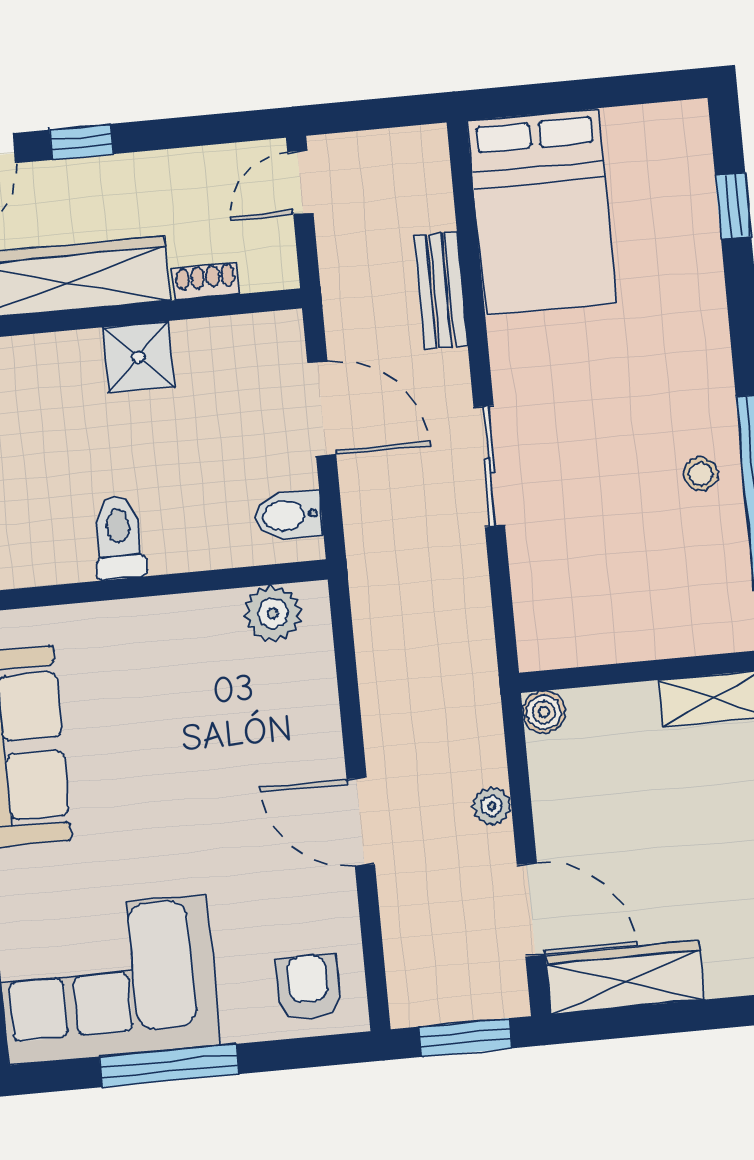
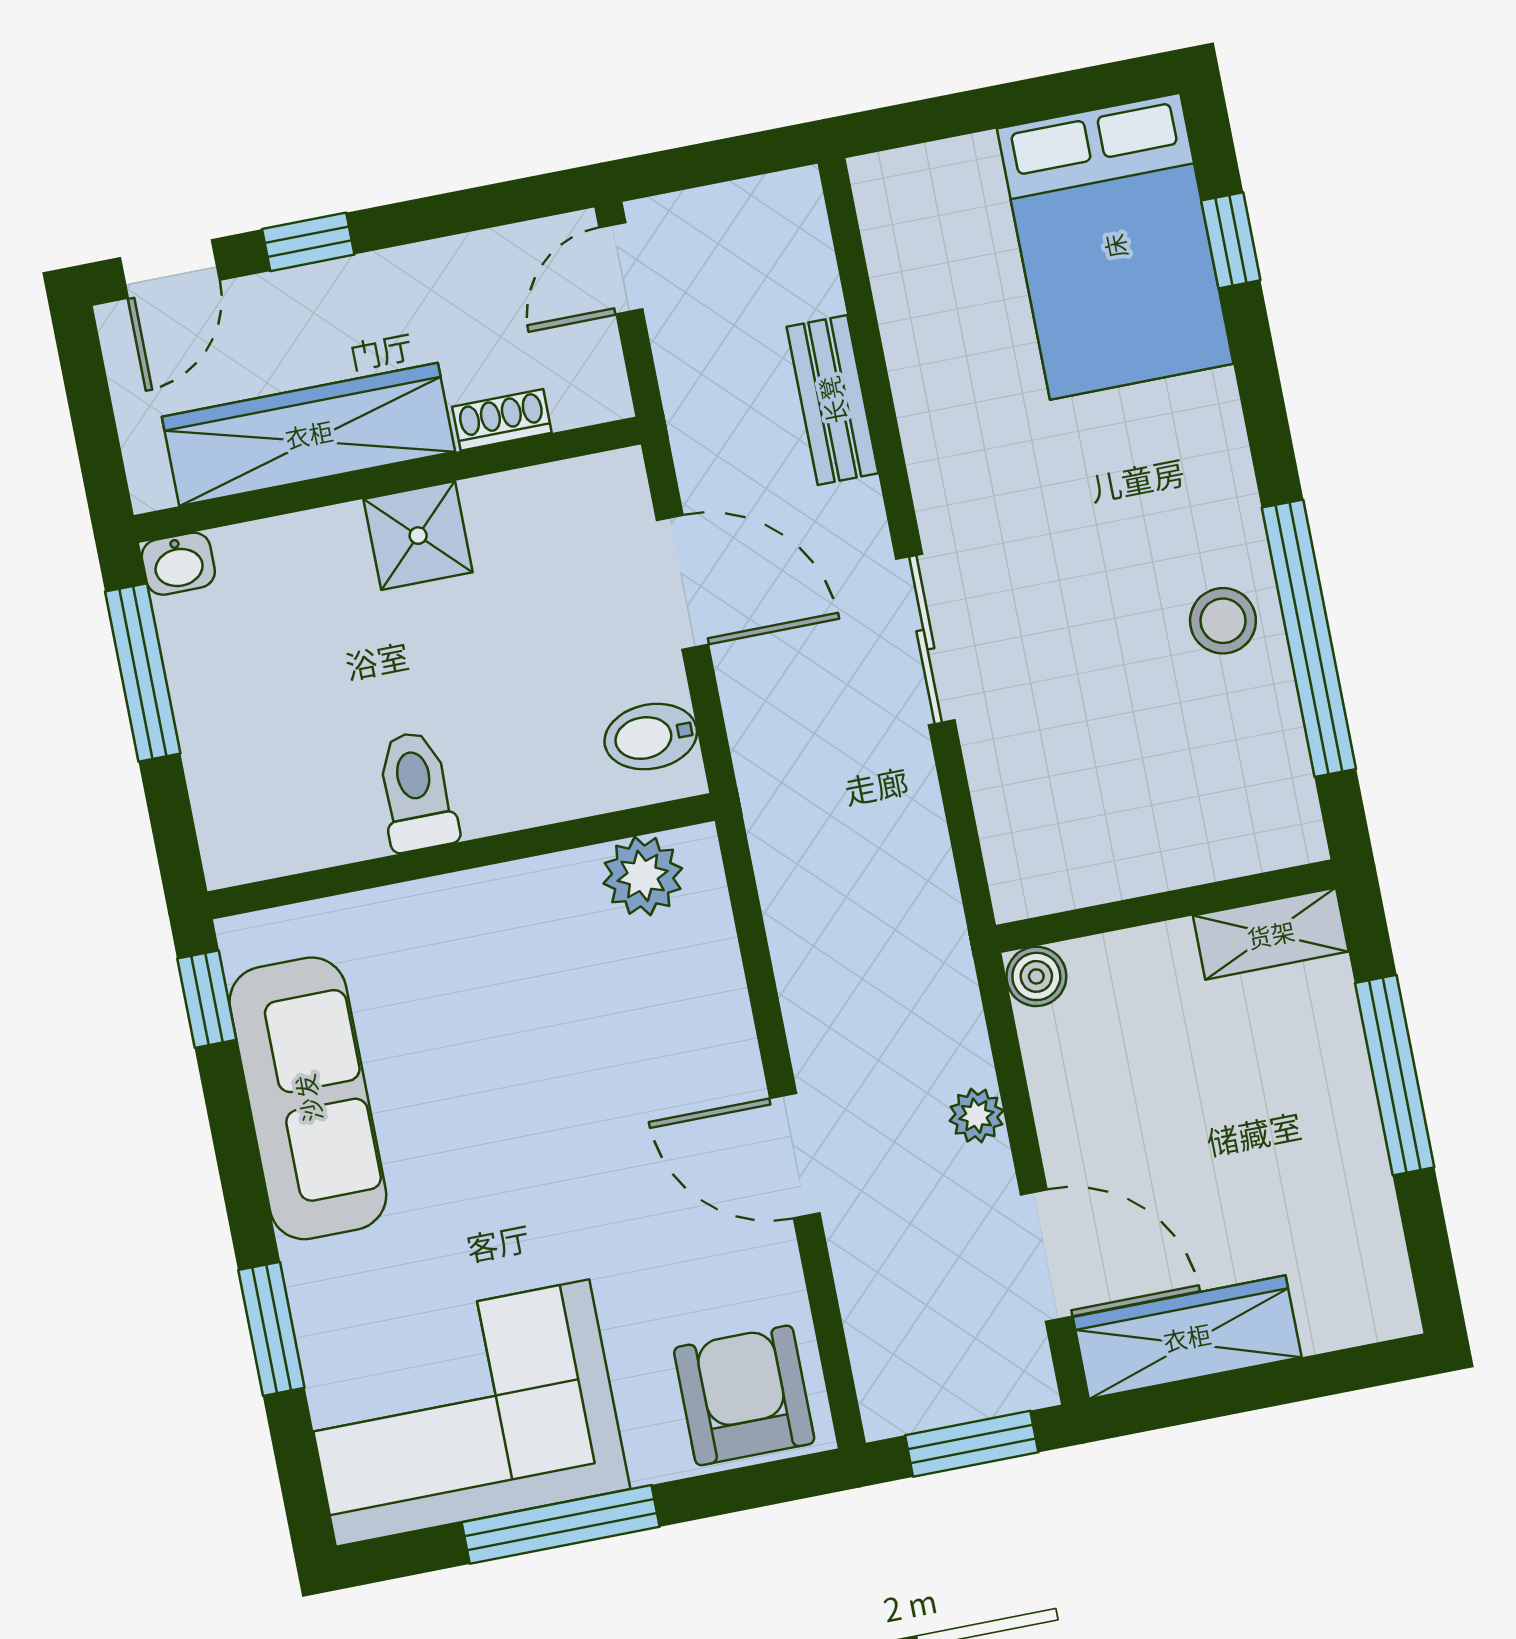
bed: (542, 212) -> (1115, 246), moved
stool: (701, 474) -> (1223, 621), width x1.37, depth x1.37
armchair: (308, 987) -> (744, 1395), width x1.38, depth x1.38

